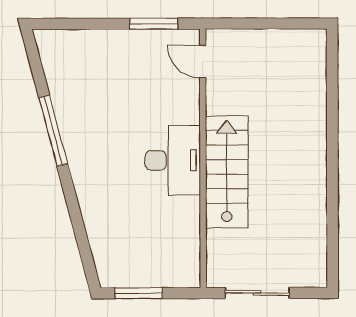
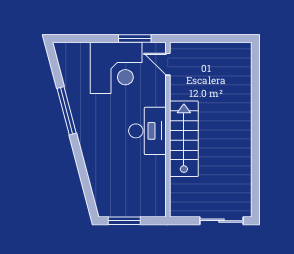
corner desk: (126, 67) -> (116, 68), added
sliding door: (257, 293) -> (221, 221), moved

